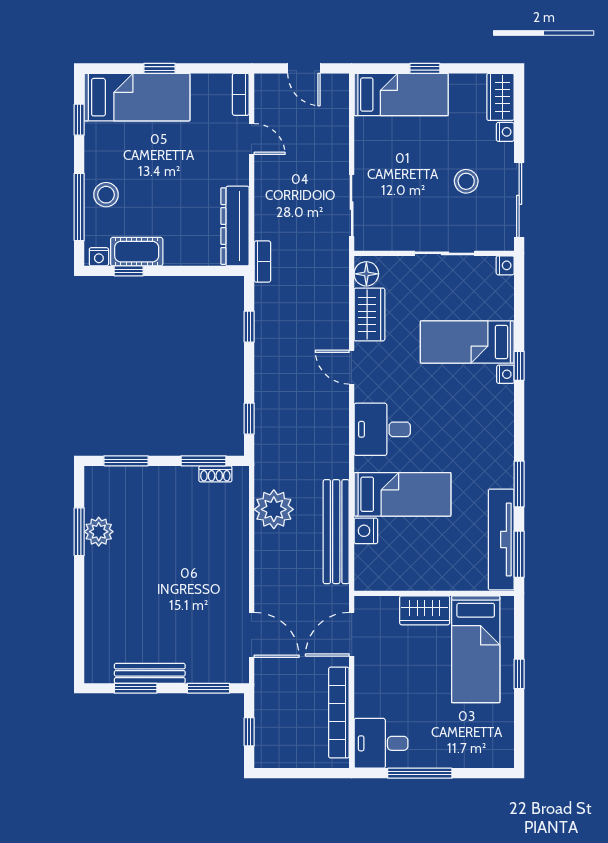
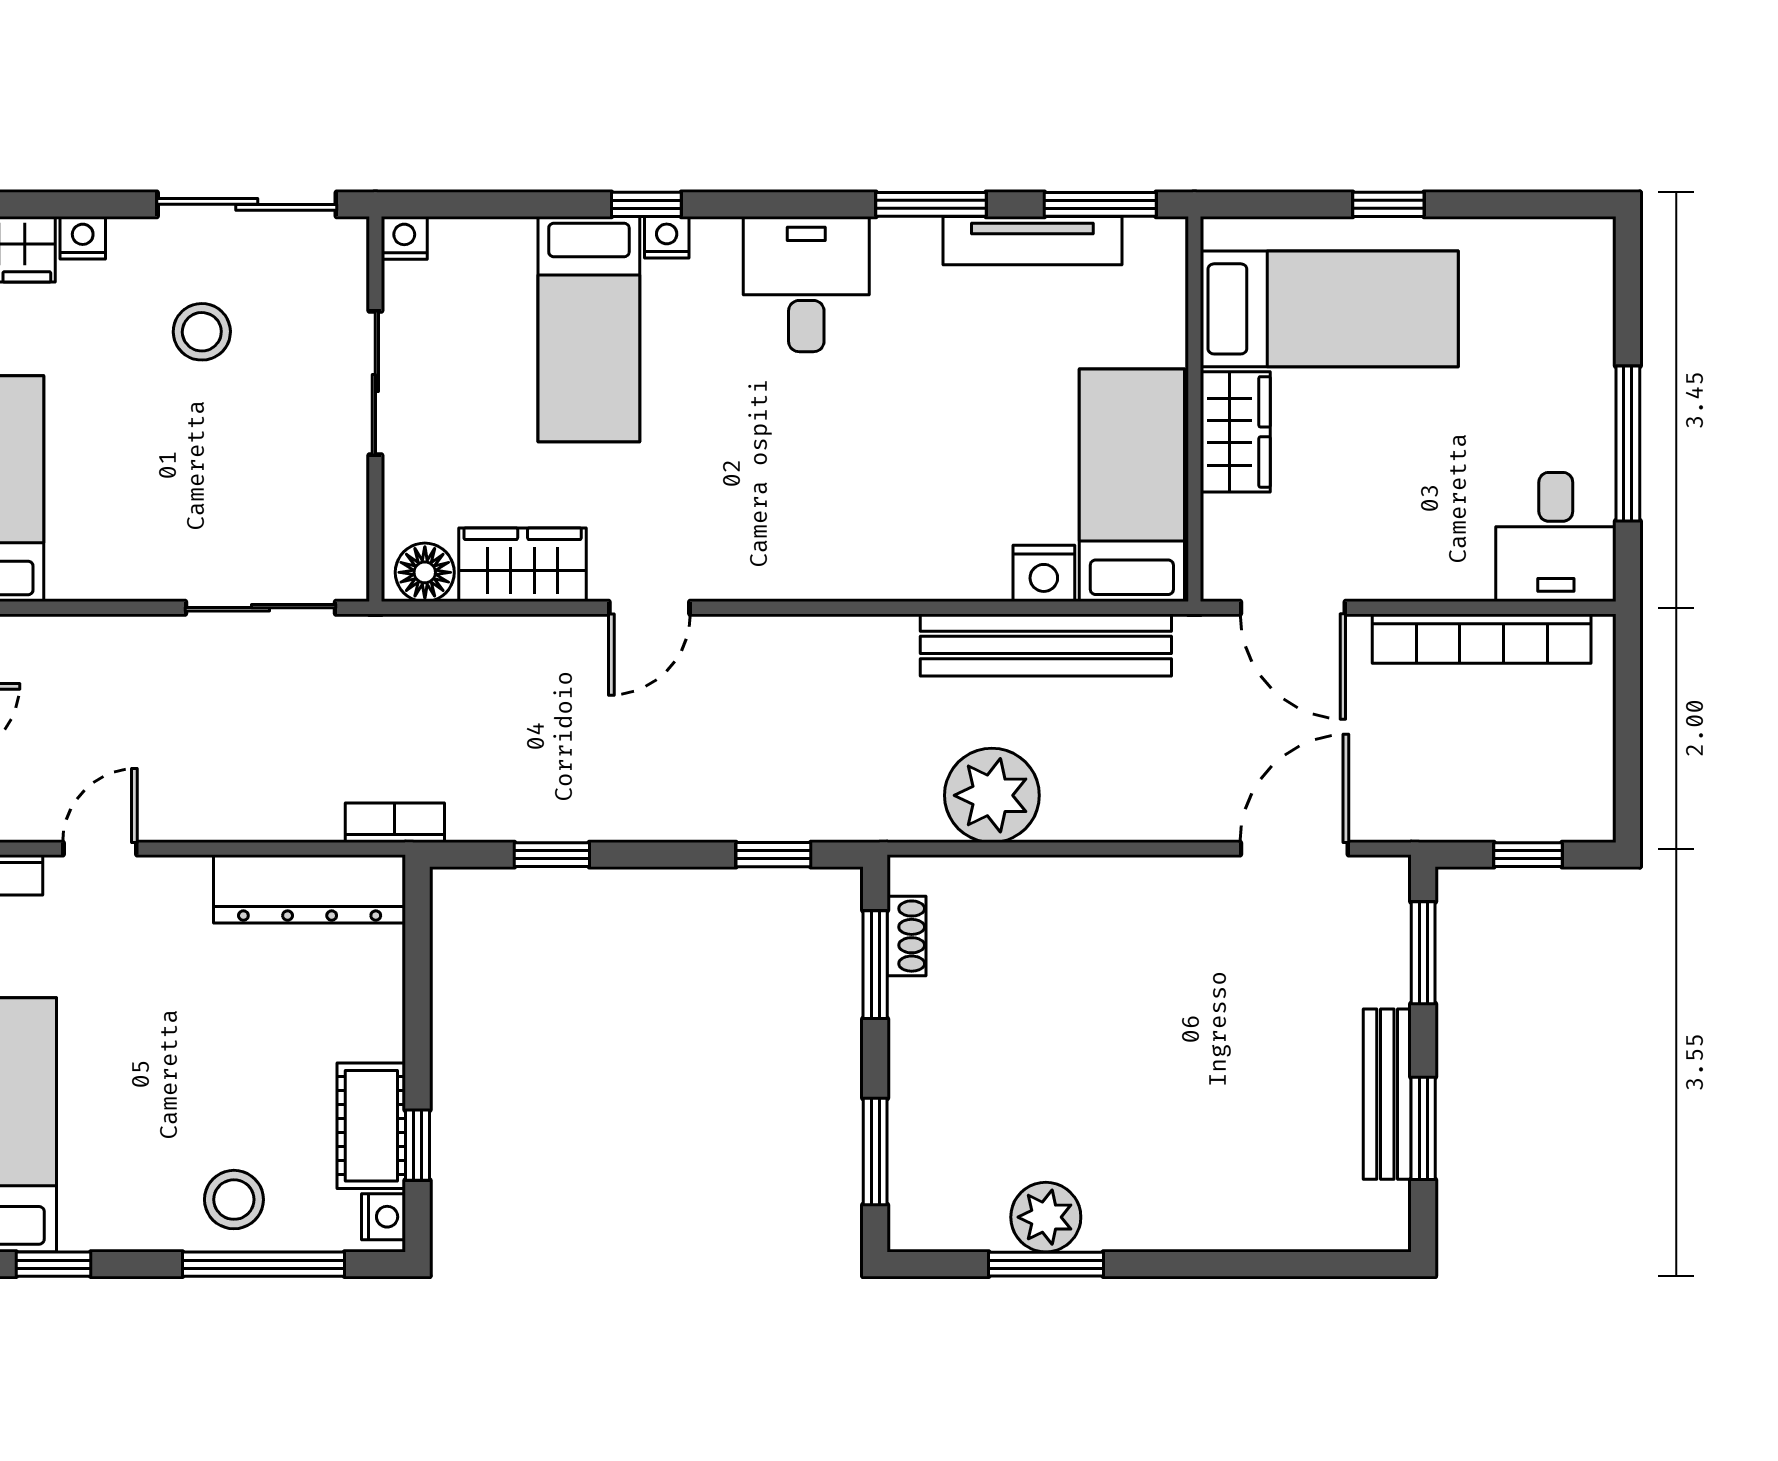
desk: (382, 429) -> (806, 284), moved, turned 180
bed: (402, 494) -> (1132, 485), moved
tv unit: (501, 539) -> (1032, 241), width x0.73, depth x0.78

